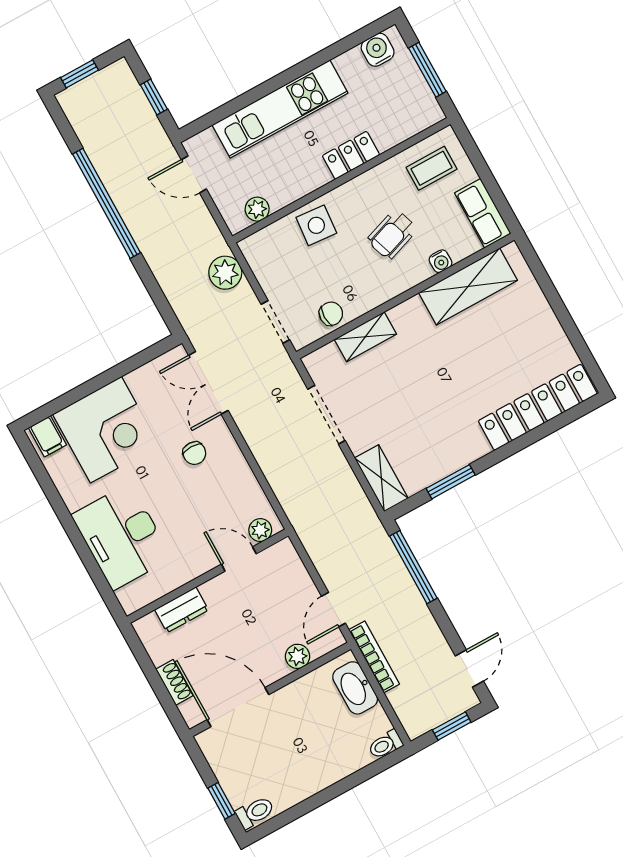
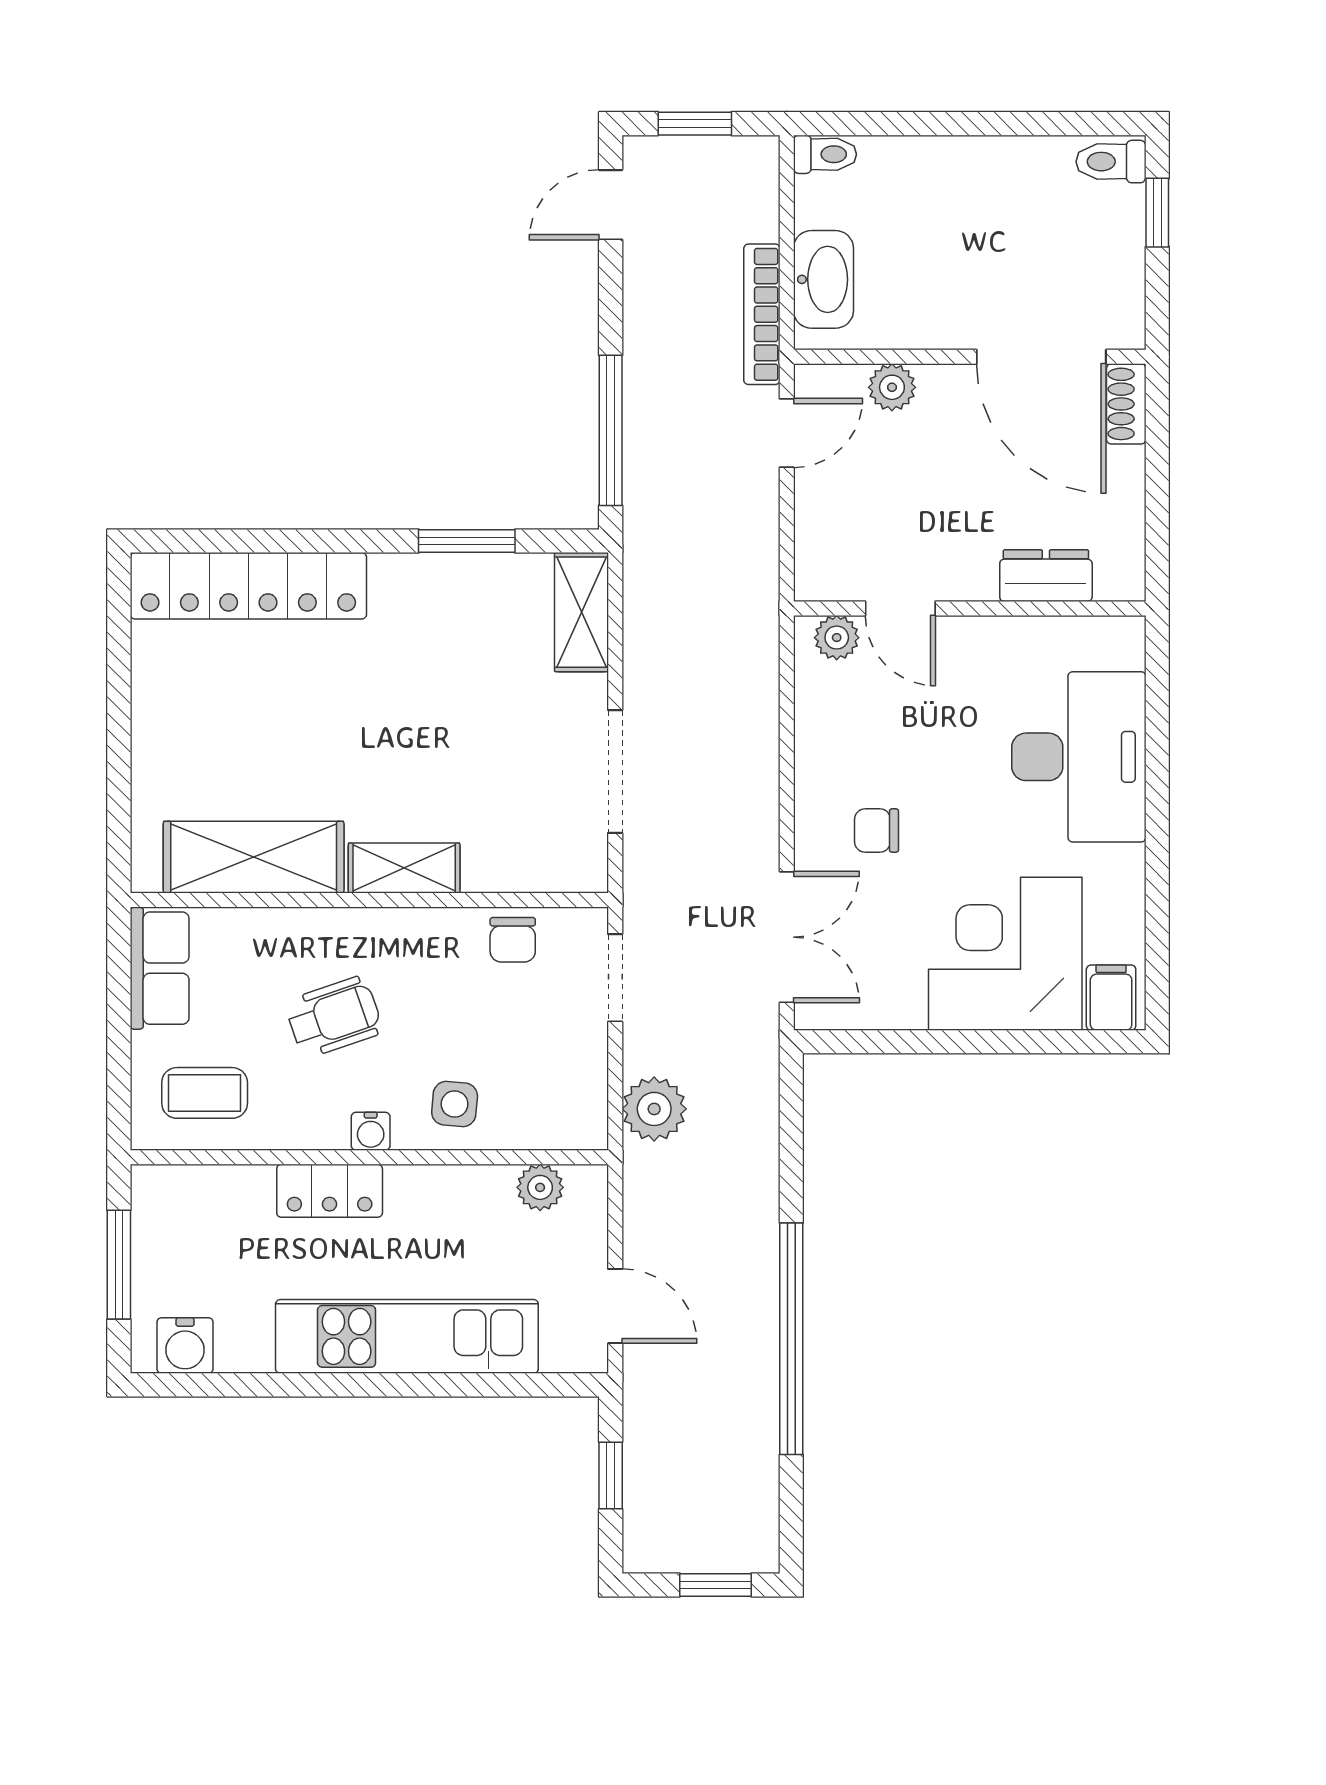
side table: (316, 225) -> (455, 1104), width x0.73, depth x0.73
water cooler: (441, 261) -> (371, 1131), moved, turned 180
chair: (331, 314) -> (513, 940), turned -90
shelving: (365, 337) -> (404, 868), moved
chair: (194, 453) -> (876, 830), turned -90
shoe rack: (174, 682) -> (1126, 404), moved

